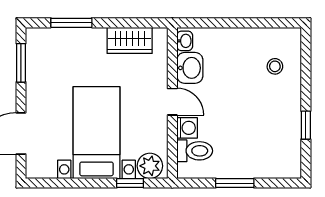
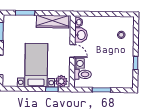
wardrobe: (130, 40) -> (53, 22), width x1.50

